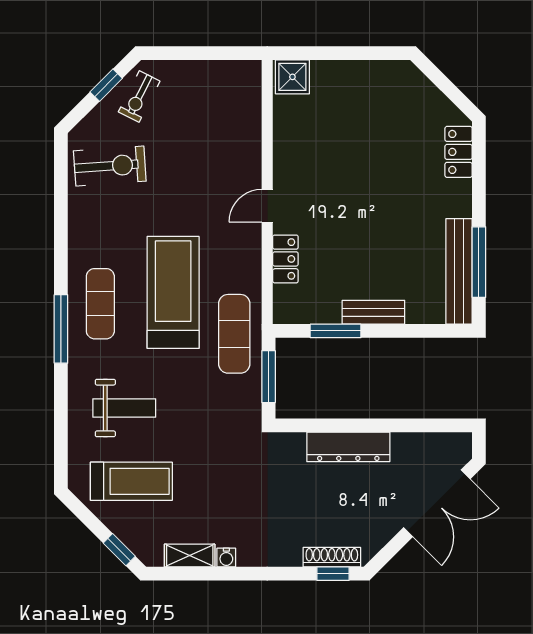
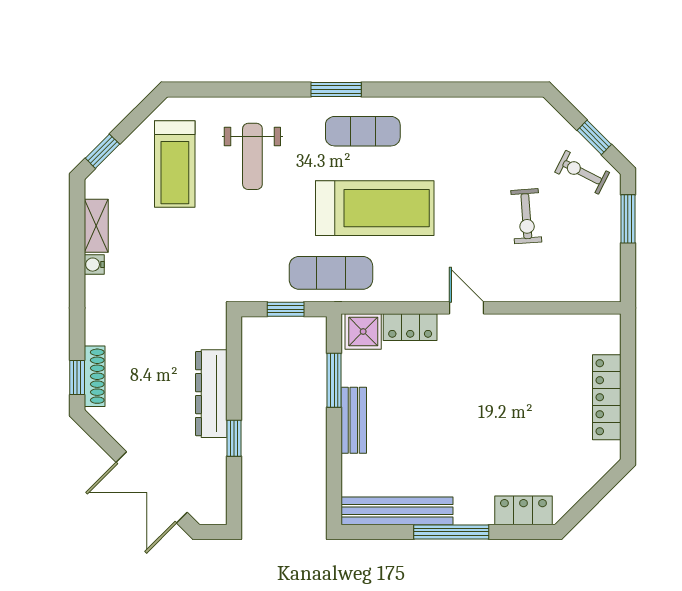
window: (183, 53) -> (628, 219), added
locker: (352, 73) -> (607, 397), added
shower: (292, 77) -> (363, 331), moved
exercise bike: (110, 166) -> (526, 216), moved, width x0.73, depth x0.72
window: (479, 262) -> (451, 532), moved
window: (61, 329) -> (336, 89), width x0.69
window: (269, 377) -> (286, 309), width x0.67
window: (390, 425) -> (234, 438), added

